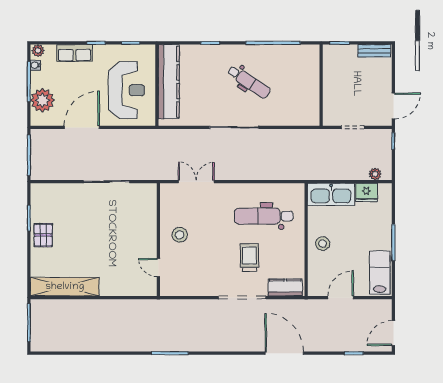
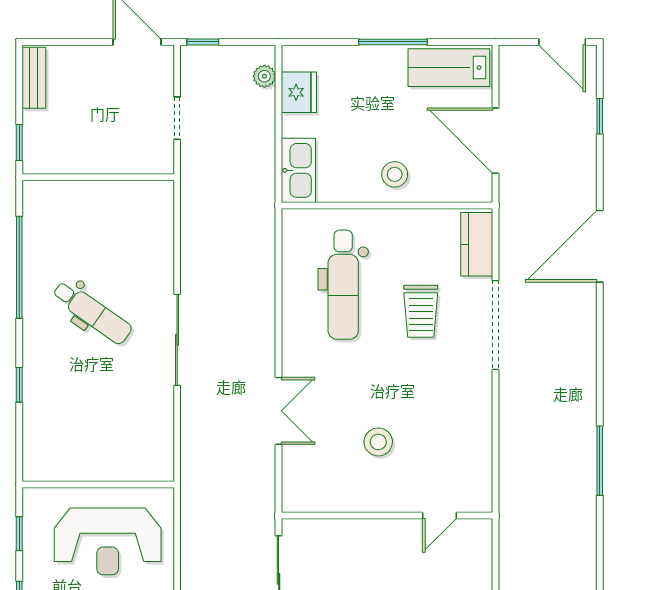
kitchen counter: (169, 82) -> (92, 462), removed
dental chair: (249, 82) -> (92, 312), turned 92
reception desk: (126, 90) -> (108, 541), turned 180
double door: (196, 182) -> (279, 411), swing flipped
kitchen sink: (331, 194) -> (298, 170), width x0.73, depth x0.81
wall: (158, 240) -> (387, 515), moved
trolley: (249, 258) -> (421, 311), turned -90
door: (158, 268) -> (440, 515), moved
door: (341, 298) -> (496, 141), width x1.36

